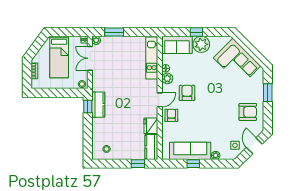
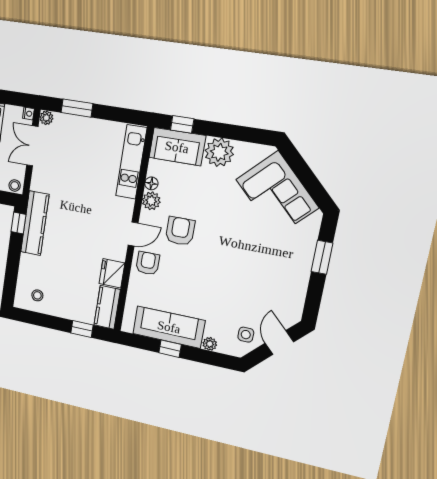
window: (196, 32) -> (182, 124), moved
kitchen counter: (98, 105) -> (35, 223), width x1.50
armchair: (248, 112) -> (279, 283), removed

